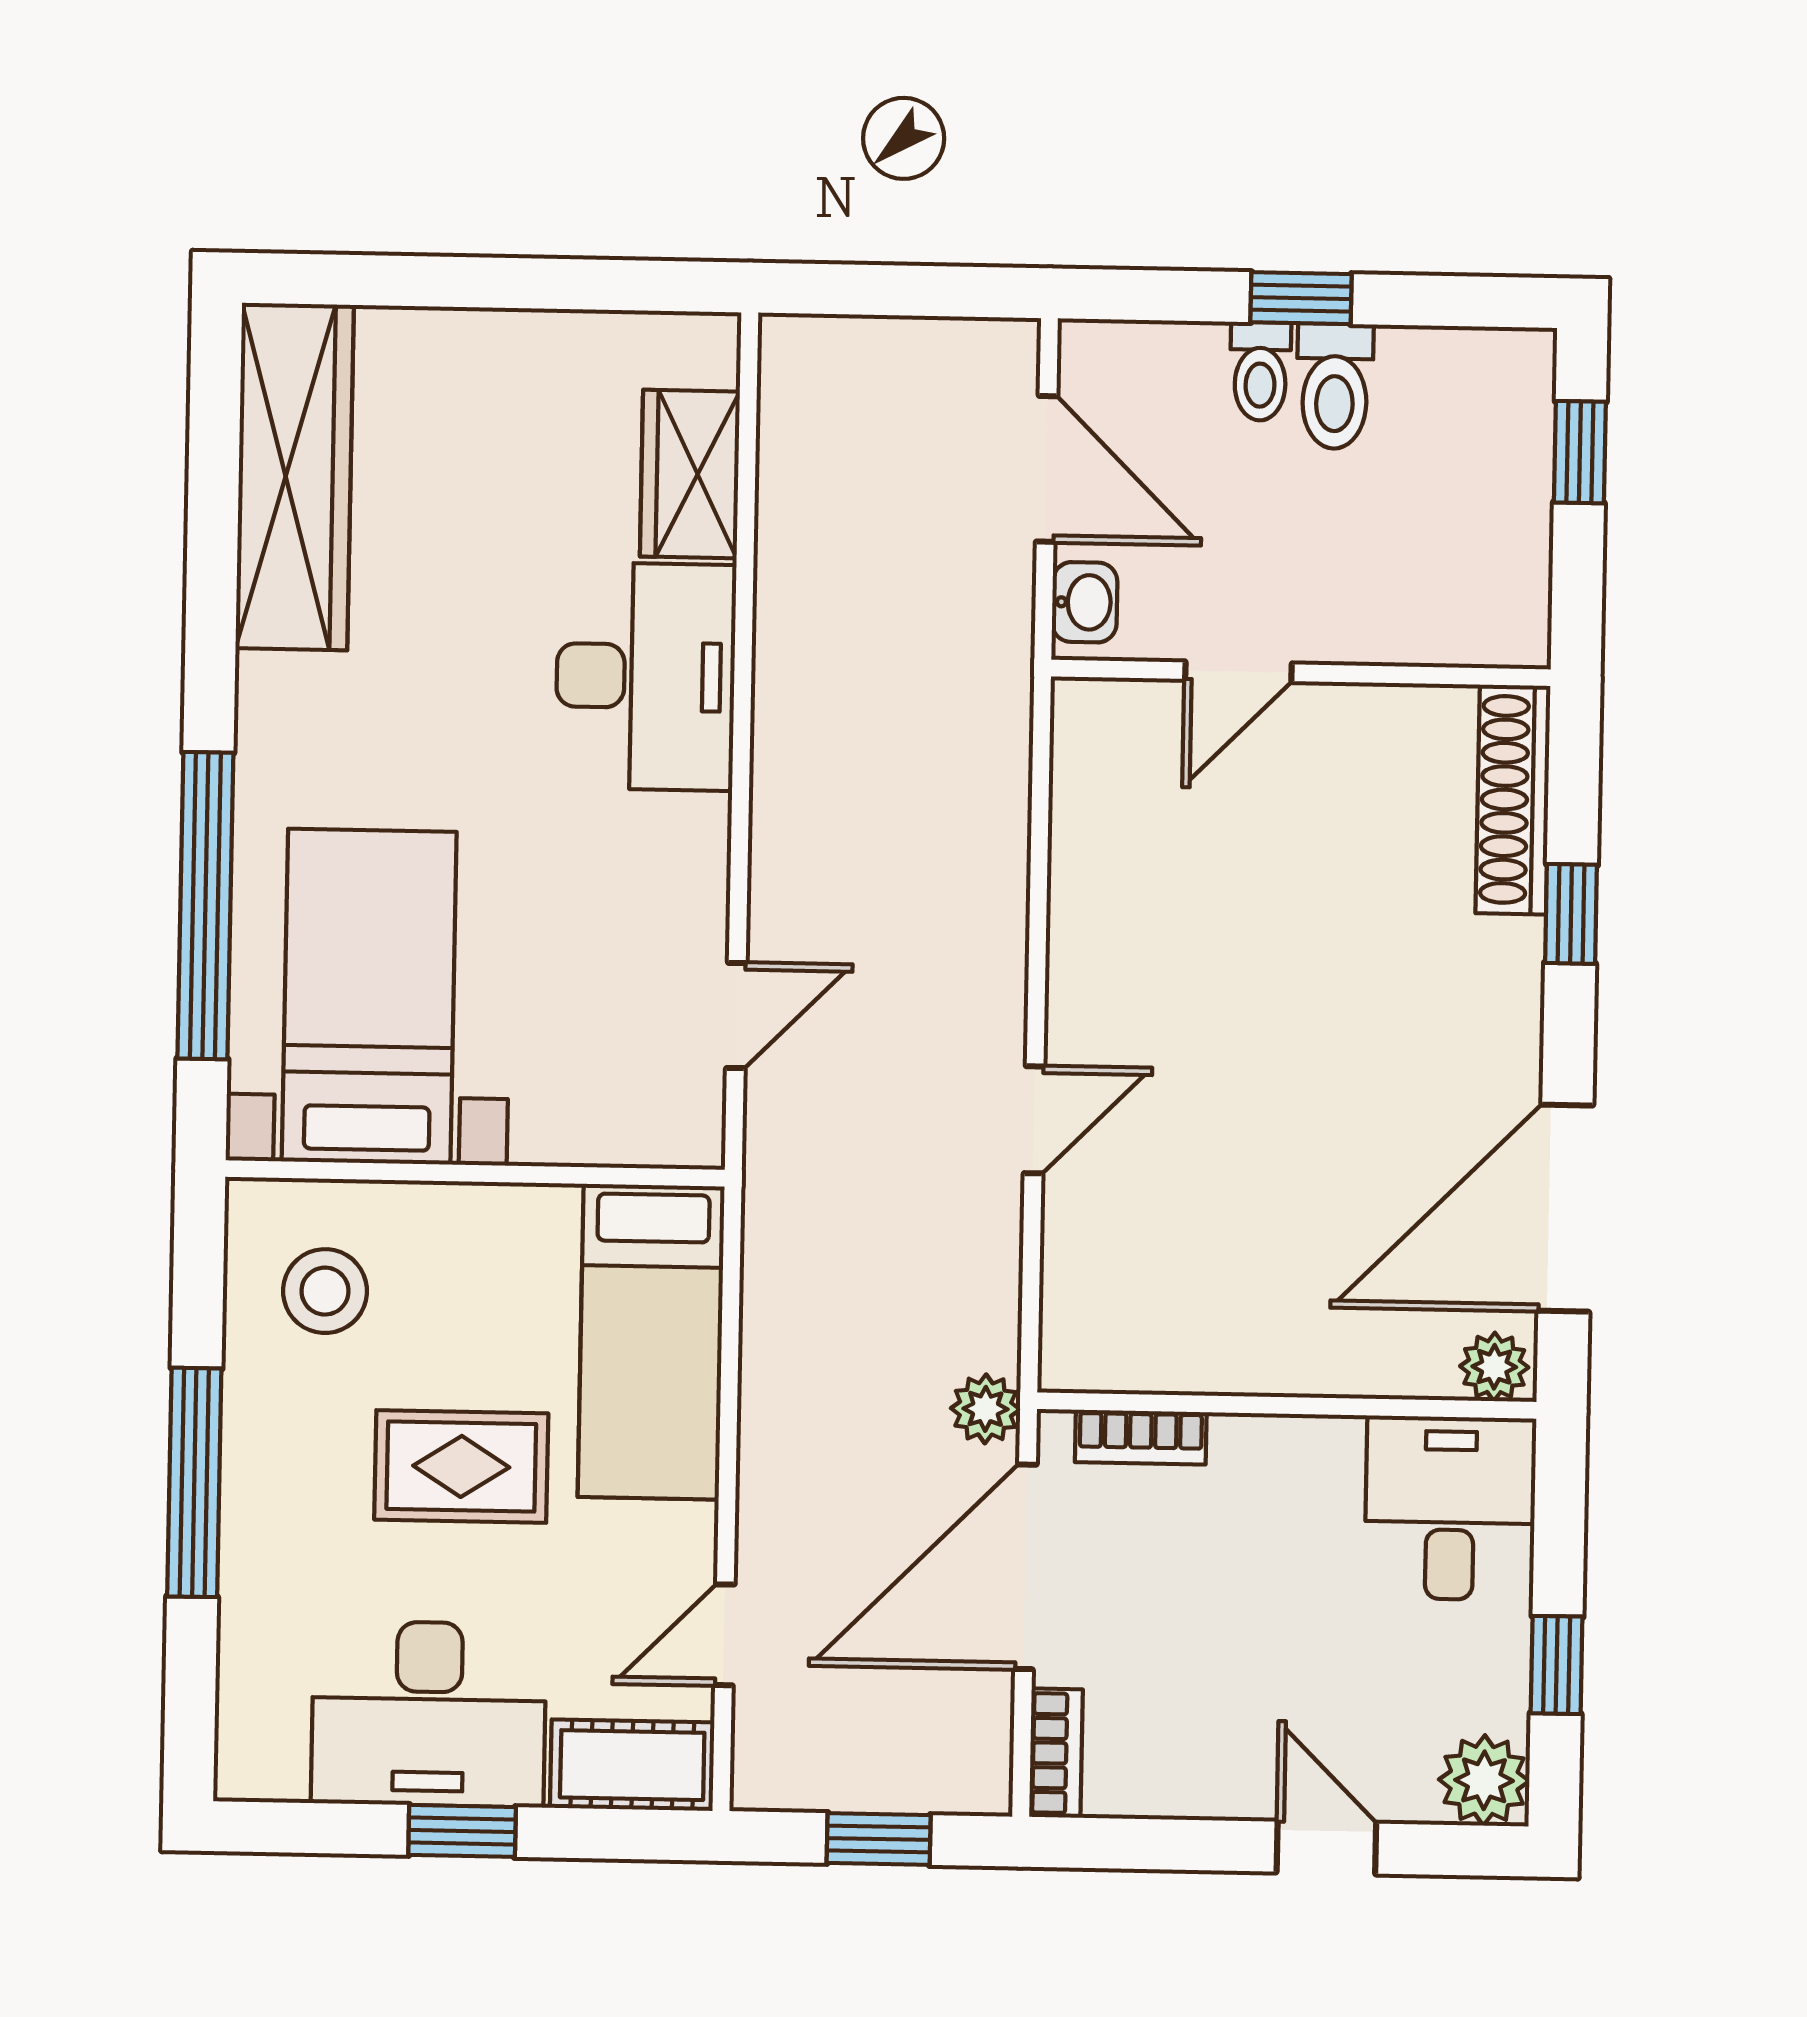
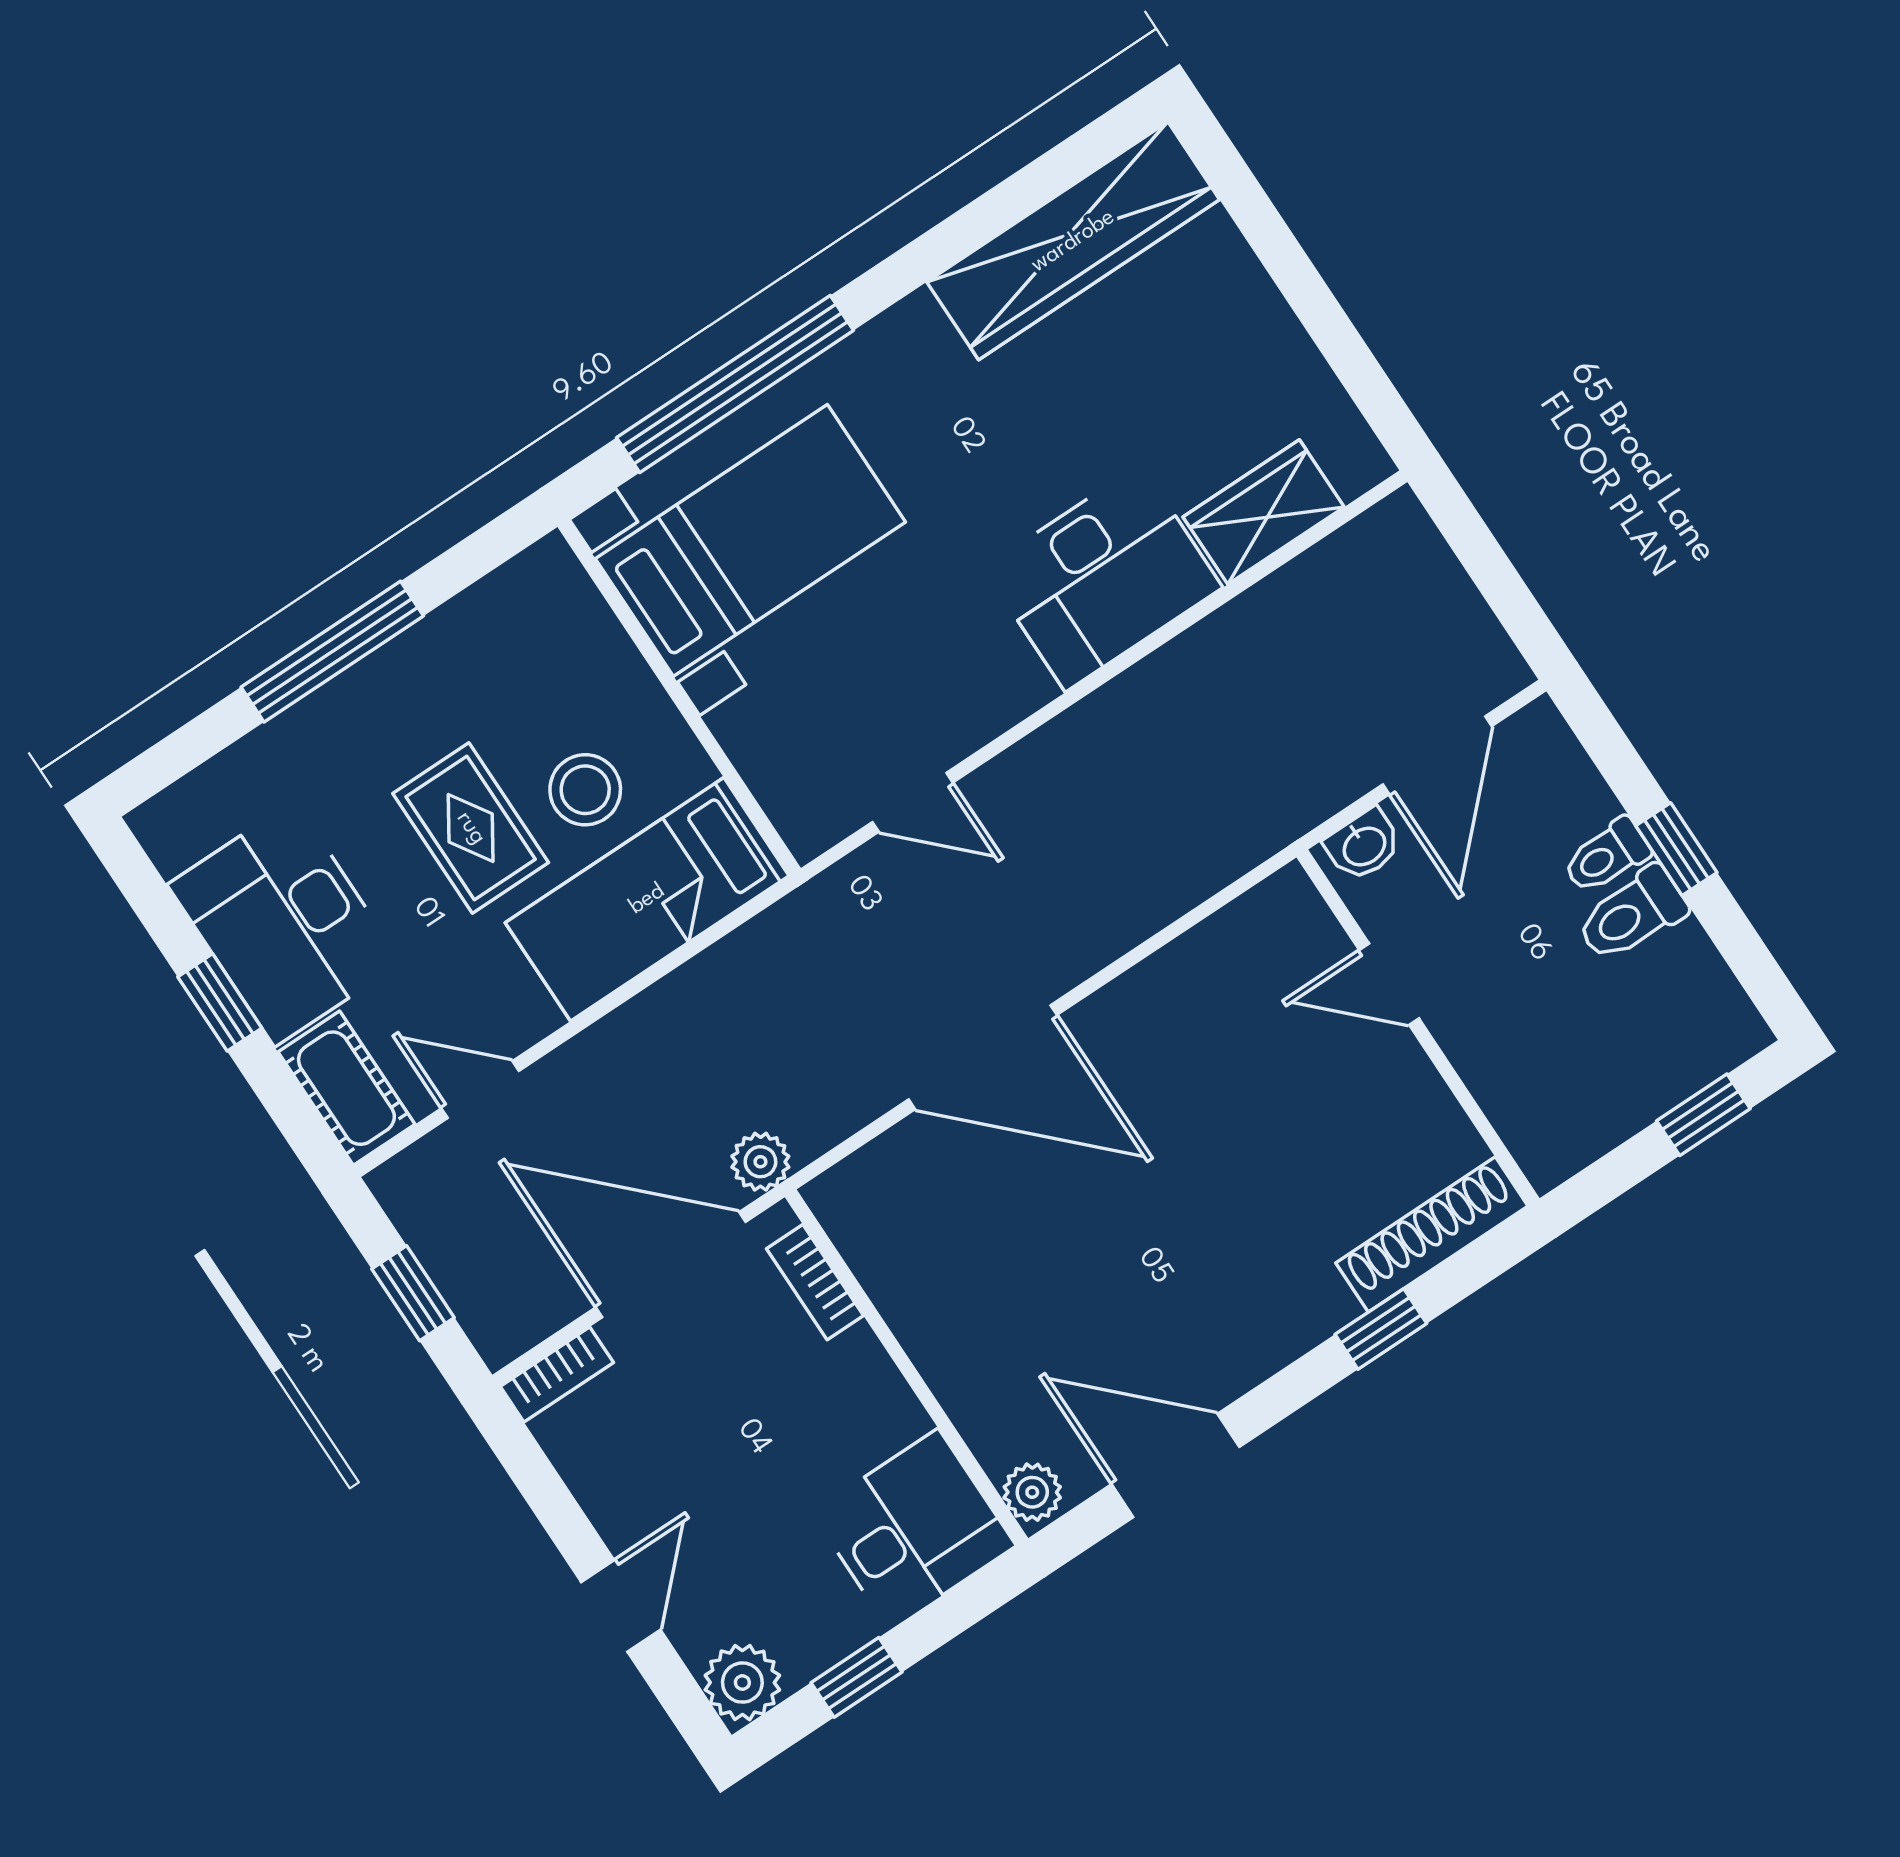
door: (1034, 1120) -> (983, 1057), width x1.87
door: (1565, 1208) -> (1175, 1466), width x0.73
stool: (325, 1291) -> (585, 790), moved

